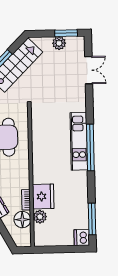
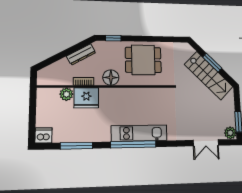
plant: (59, 43) -> (230, 133), moved
window: (92, 219) -> (76, 146), moved
floor lamp: (22, 220) -> (111, 78), moved

